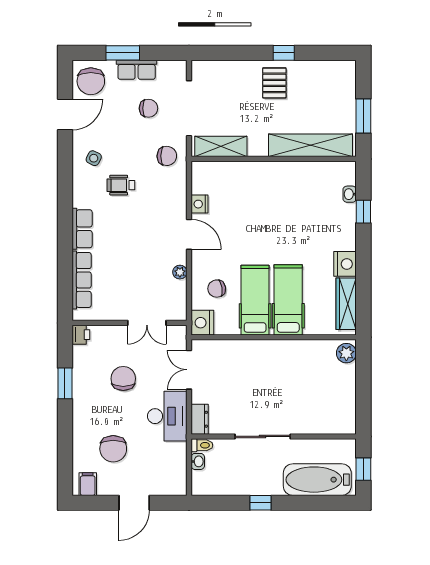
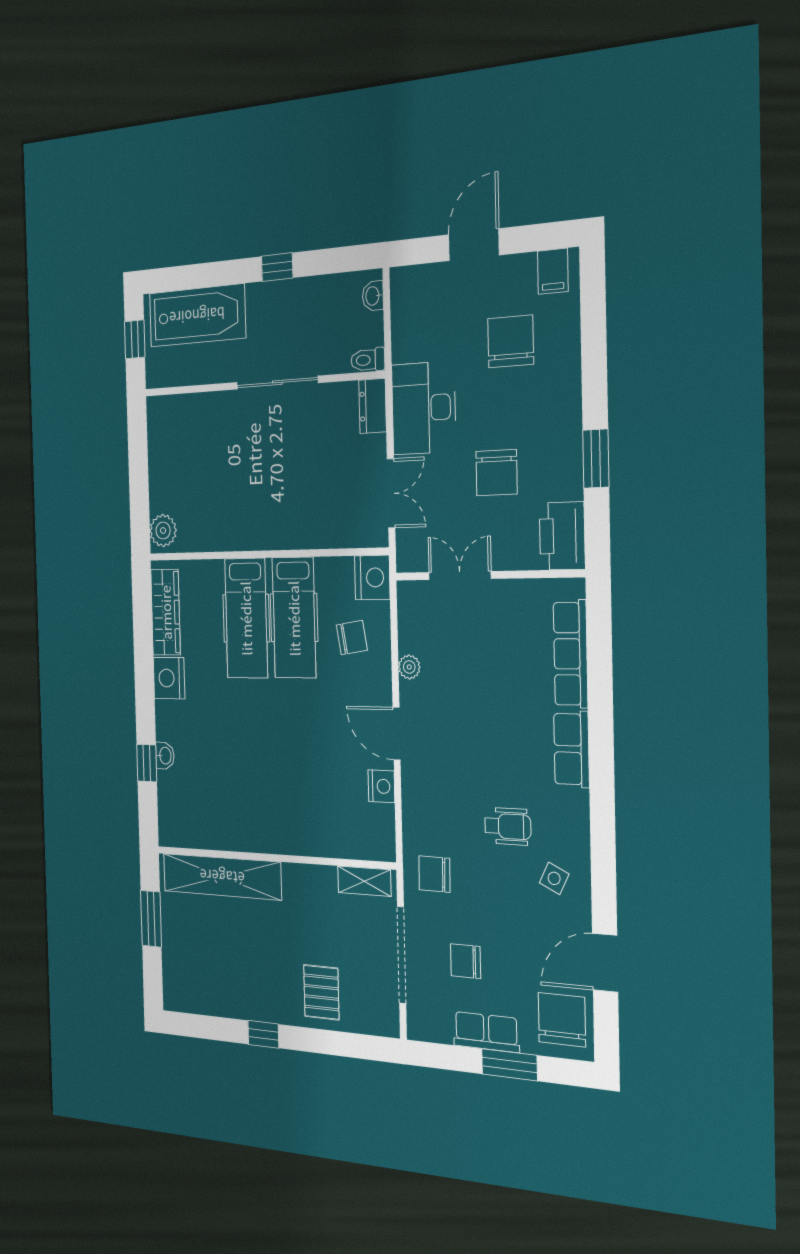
pallet: (274, 83) -> (321, 992), moved
shelving: (221, 146) -> (364, 881), width x0.67, depth x0.75
washbasin: (350, 194) -> (165, 756), moved
printer: (81, 335) -> (562, 536), width x1.87, depth x1.48
washbasin: (198, 461) -> (373, 296), moved

